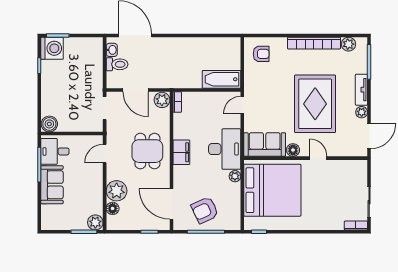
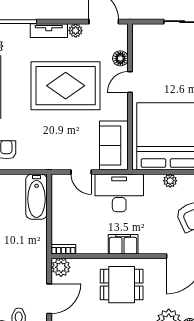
door: (242, 105) -> (81, 172), moved
floor lamp: (293, 150) -> (120, 58), moved
plant: (235, 176) -> (170, 181), moved

